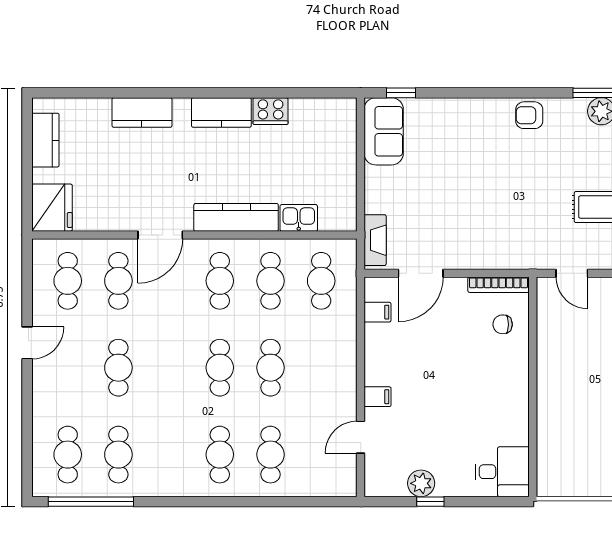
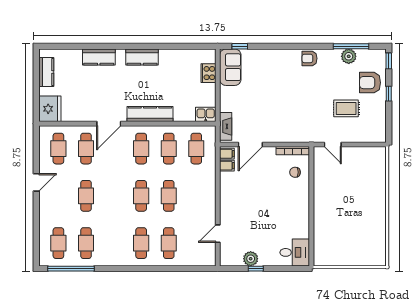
cooker: (271, 111) -> (208, 73), moved, turned 90
kitchen sink: (299, 218) -> (206, 114), moved
filing cabinet: (378, 397) -> (227, 154), moved

